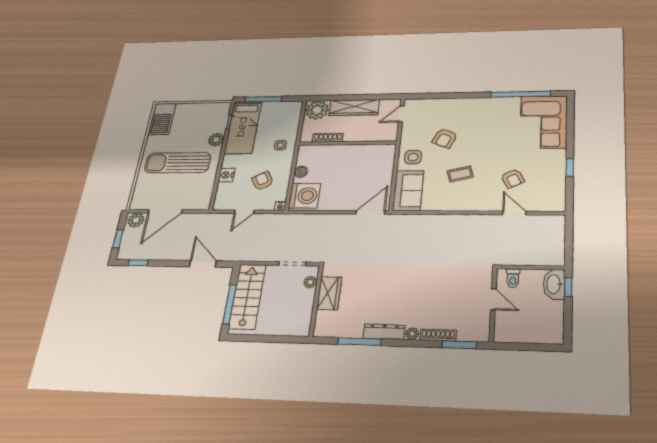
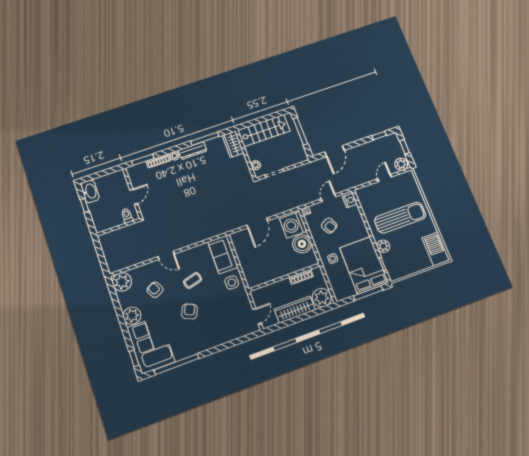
bed: (243, 127) -> (364, 265), width x1.50
armchair: (445, 138) -> (190, 311), moved
plant: (554, 159) -> (132, 316), added
window: (570, 168) -> (134, 358), moved
boiler: (301, 172) -> (302, 244), width x1.86, depth x1.86
nightstand: (227, 175) -> (350, 200), moved
plant: (552, 200) -> (122, 282), added
door: (165, 211) -> (385, 178), width x0.53
door: (370, 212) -> (257, 223), moved
door: (514, 213) -> (166, 255), moved
door: (203, 264) -> (334, 151), hinge flipped
washbasin: (554, 284) -> (90, 191), moved
window: (568, 287) -> (85, 205), moved
wardrobe: (329, 293) -> (233, 144), moved
stairs: (247, 296) -> (264, 131), moved, turned -90
door: (493, 299) -> (134, 197), swing flipped

